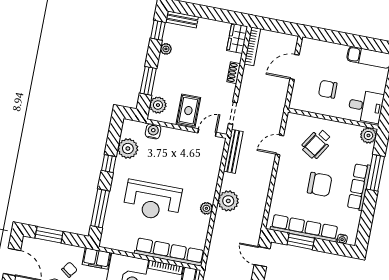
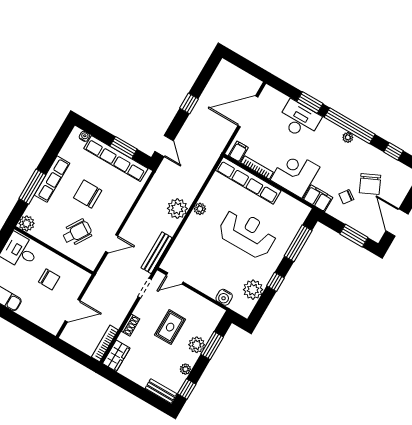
plant: (158, 105) -> (197, 345), moved
rug: (188, 111) -> (170, 327), moved

